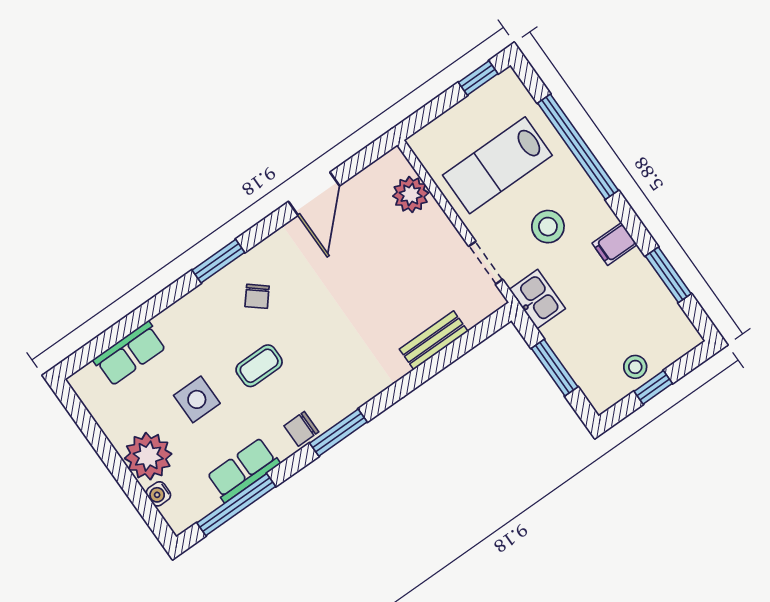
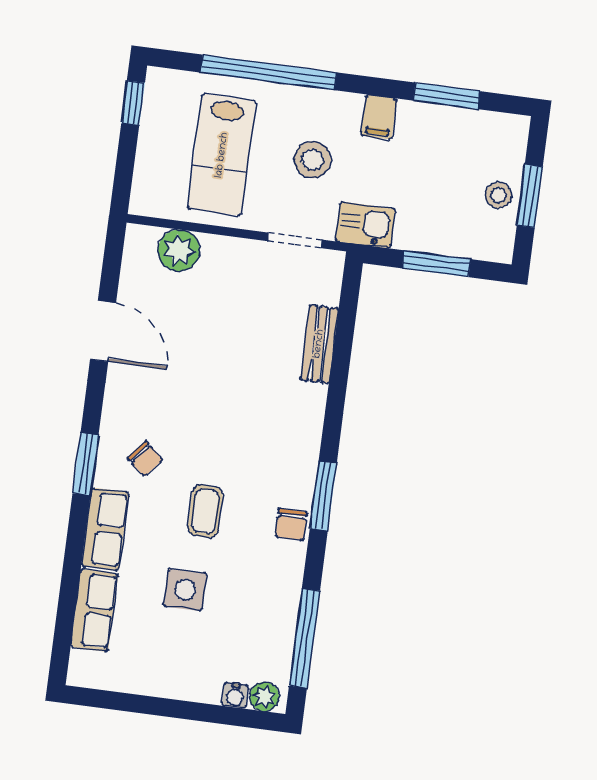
window: (653, 387) -> (530, 196), width x1.50
plant: (148, 456) -> (264, 697), moved, width x0.53, depth x0.53
row of seats: (243, 470) -> (105, 529), moved, turned 180

